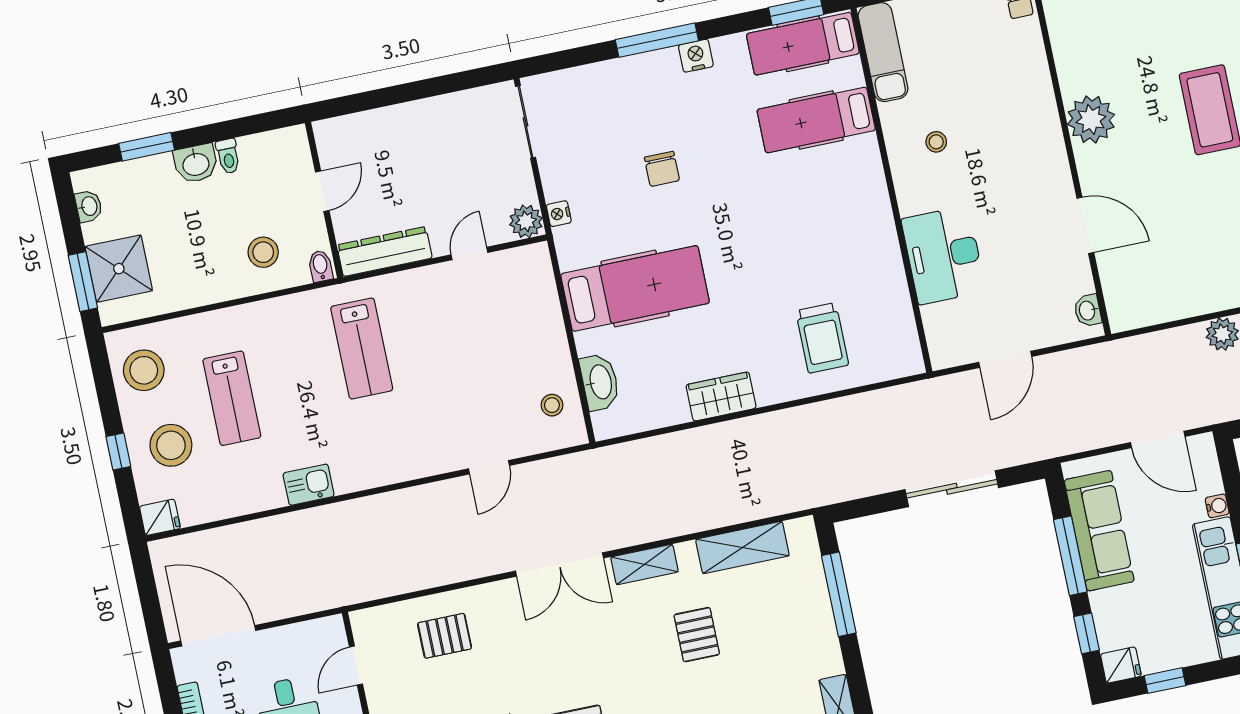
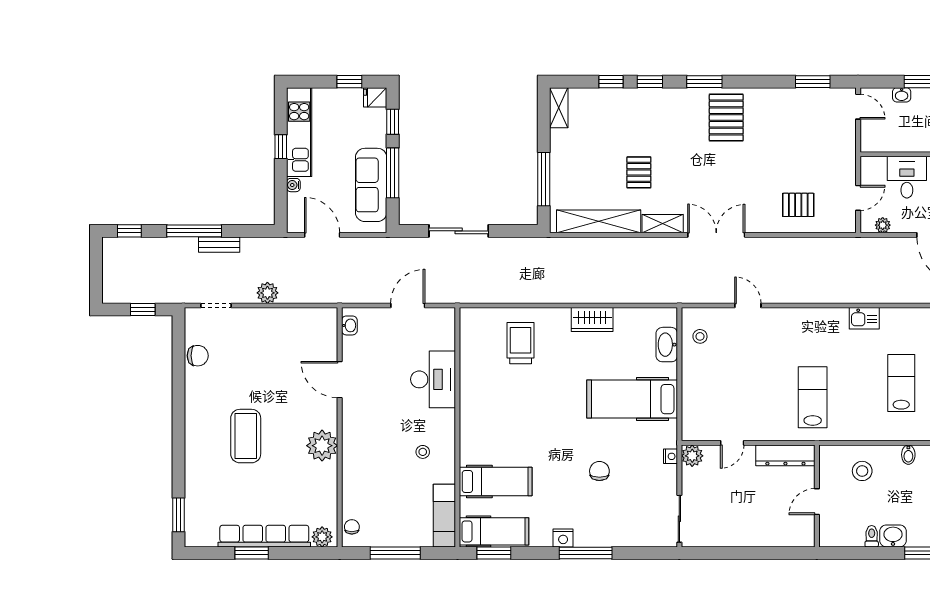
bidet: (321, 266) -> (908, 455), moved
door: (489, 467) -> (748, 305), hinge flipped
shelving: (742, 547) -> (599, 221), width x1.47
plant: (310, 632) -> (883, 225), added

